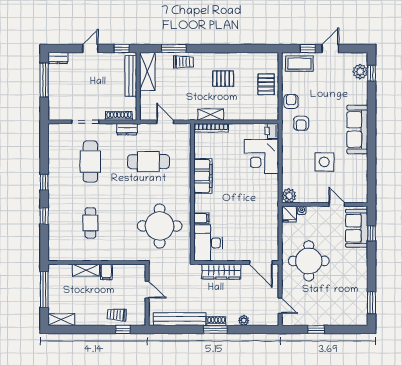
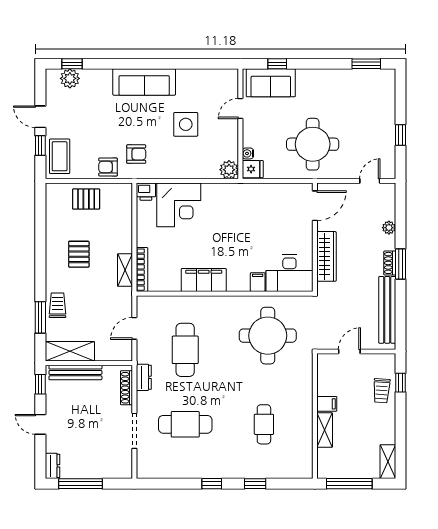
cafe table: (90, 223) -> (264, 424), turned 90

